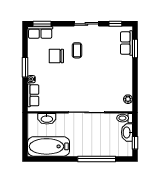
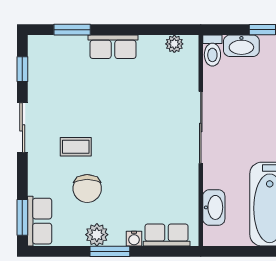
row of seats: (127, 43) -> (113, 47), moved
plant: (33, 61) -> (97, 235), added

